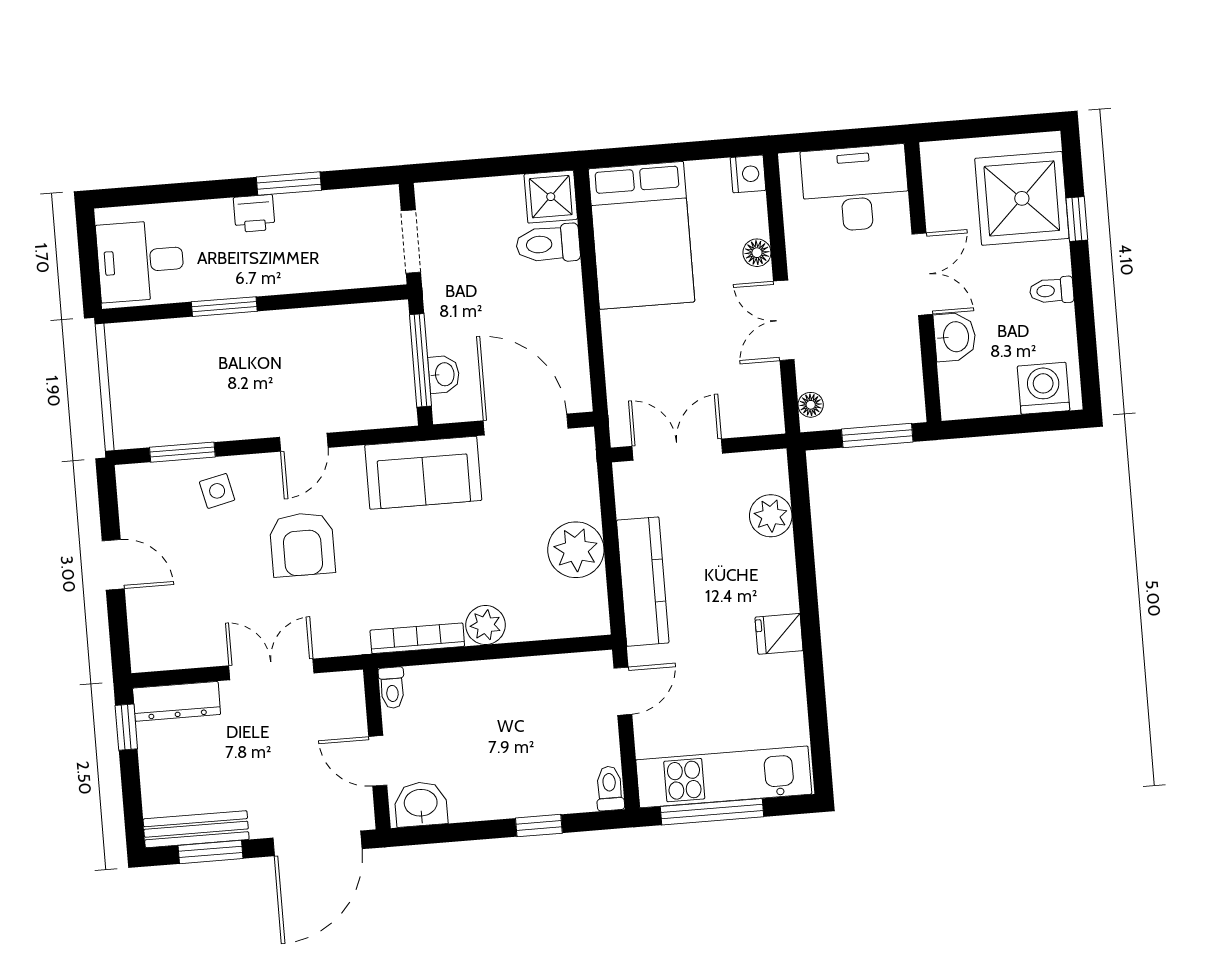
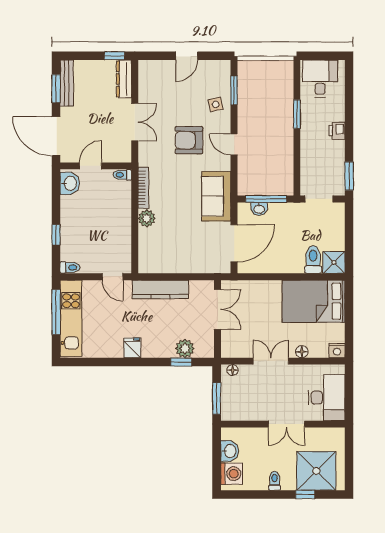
window: (289, 184) -> (349, 176), moved
washbasin: (955, 337) -> (230, 451), moved, turned -90
window: (802, 521) -> (181, 362), added
plant: (576, 550) -> (177, 261), removed

